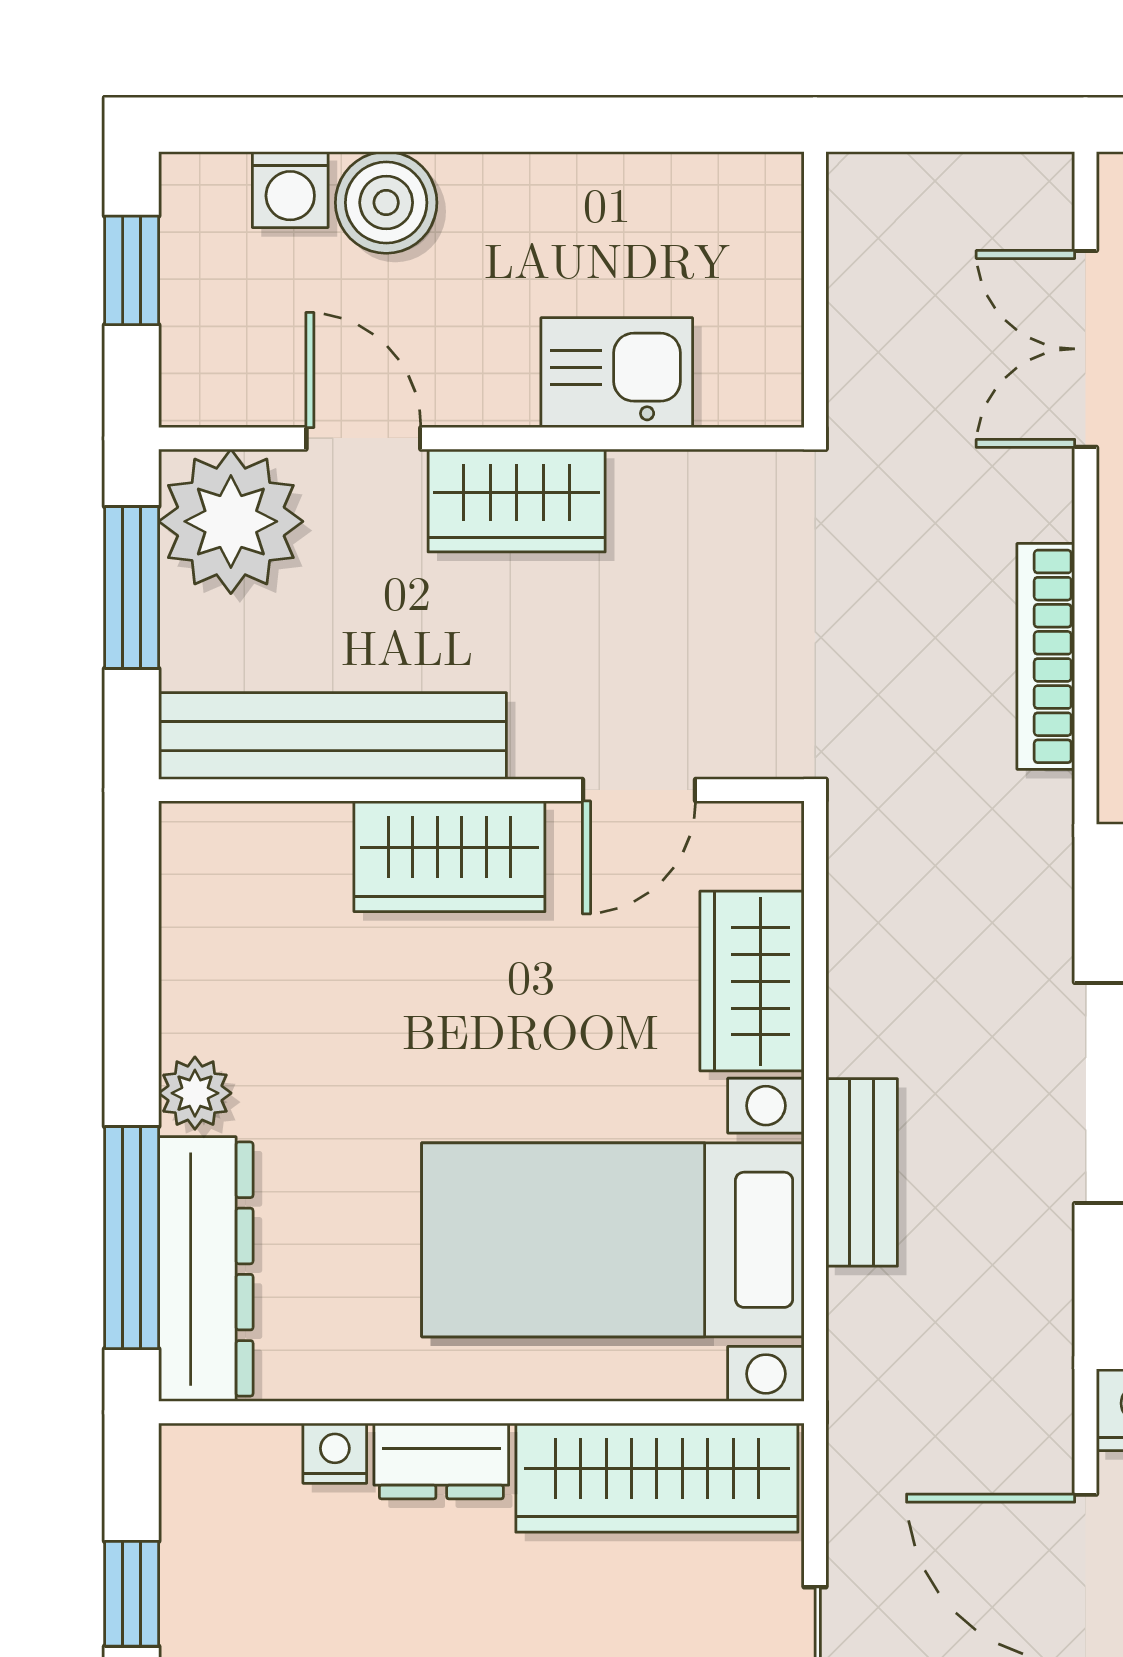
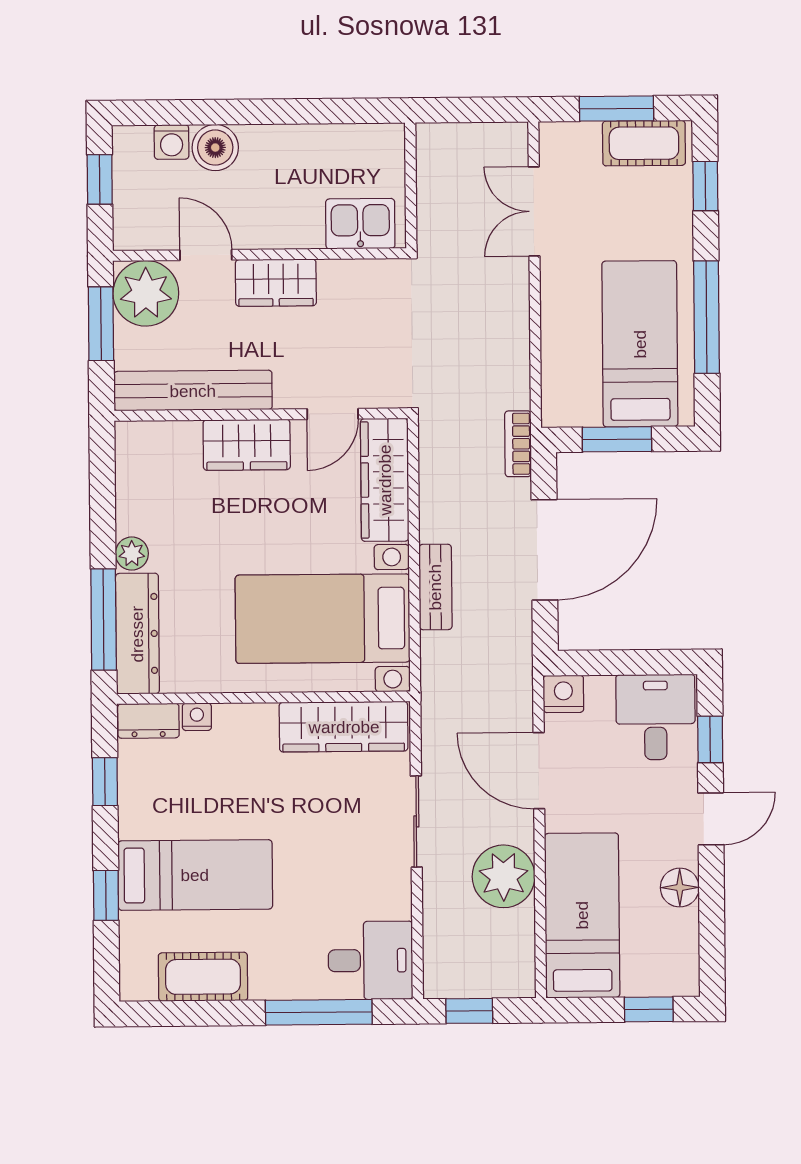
kitchen sink: (617, 373) -> (360, 224), moved
bookcase: (1046, 656) -> (518, 444), moved, width x0.64
wardrobe: (752, 981) -> (385, 480), width x1.50
dresser: (441, 1461) -> (148, 721), moved

